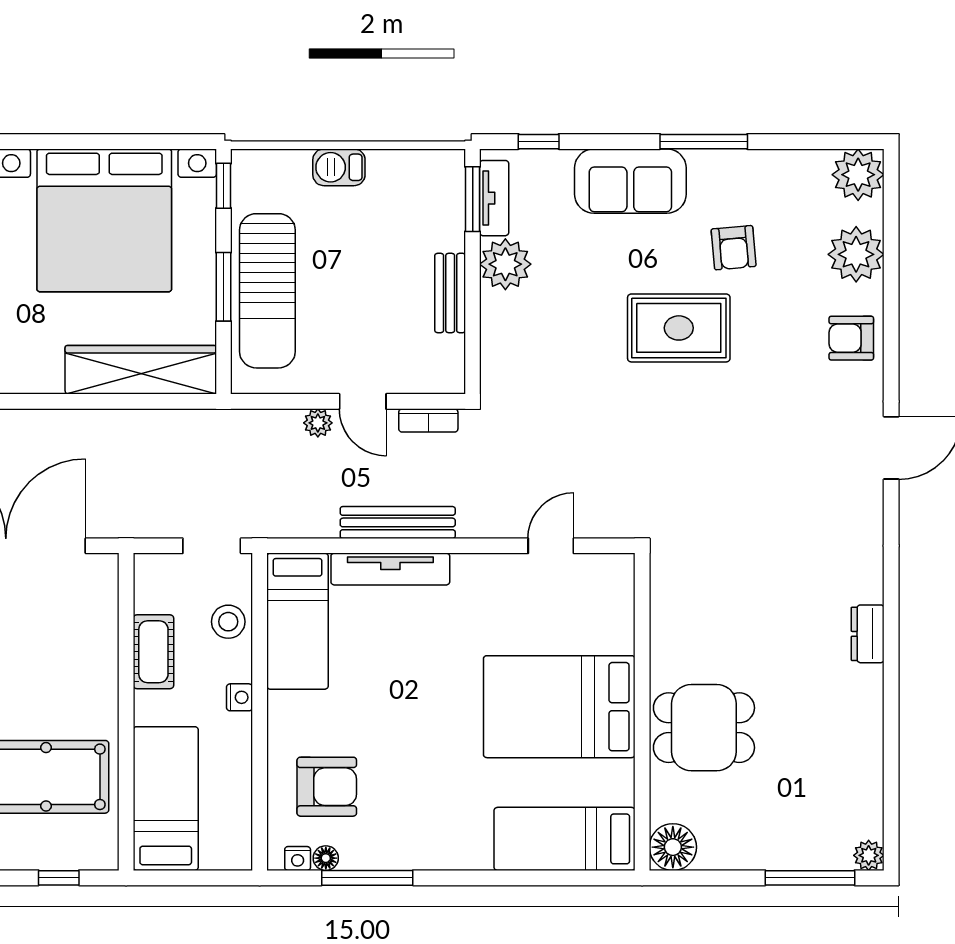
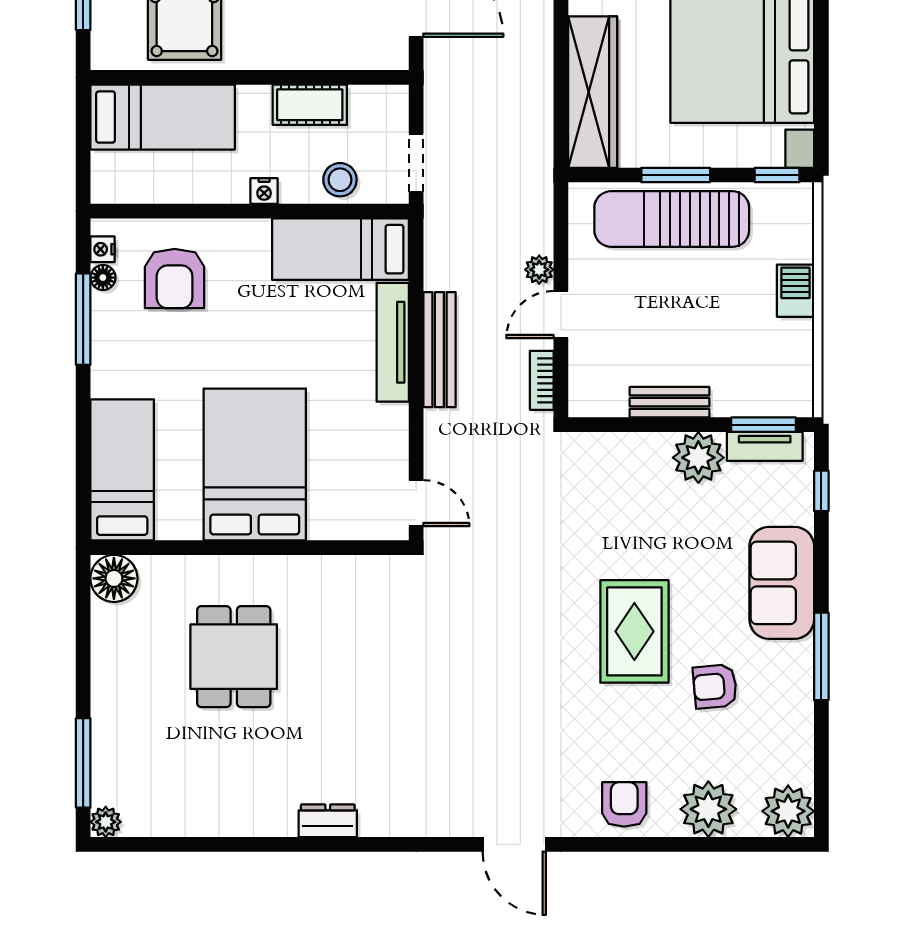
bed: (559, 707) -> (255, 465), moved
wall: (642, 712) -> (250, 548), moved
bed: (565, 839) -> (122, 470), moved
floor lamp: (673, 847) -> (114, 578), moved

